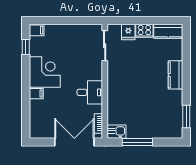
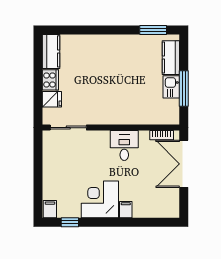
kitchen counter: (175, 75) -> (171, 58), moved, turned 90
kitchen sink: (117, 132) -> (171, 87), moved

